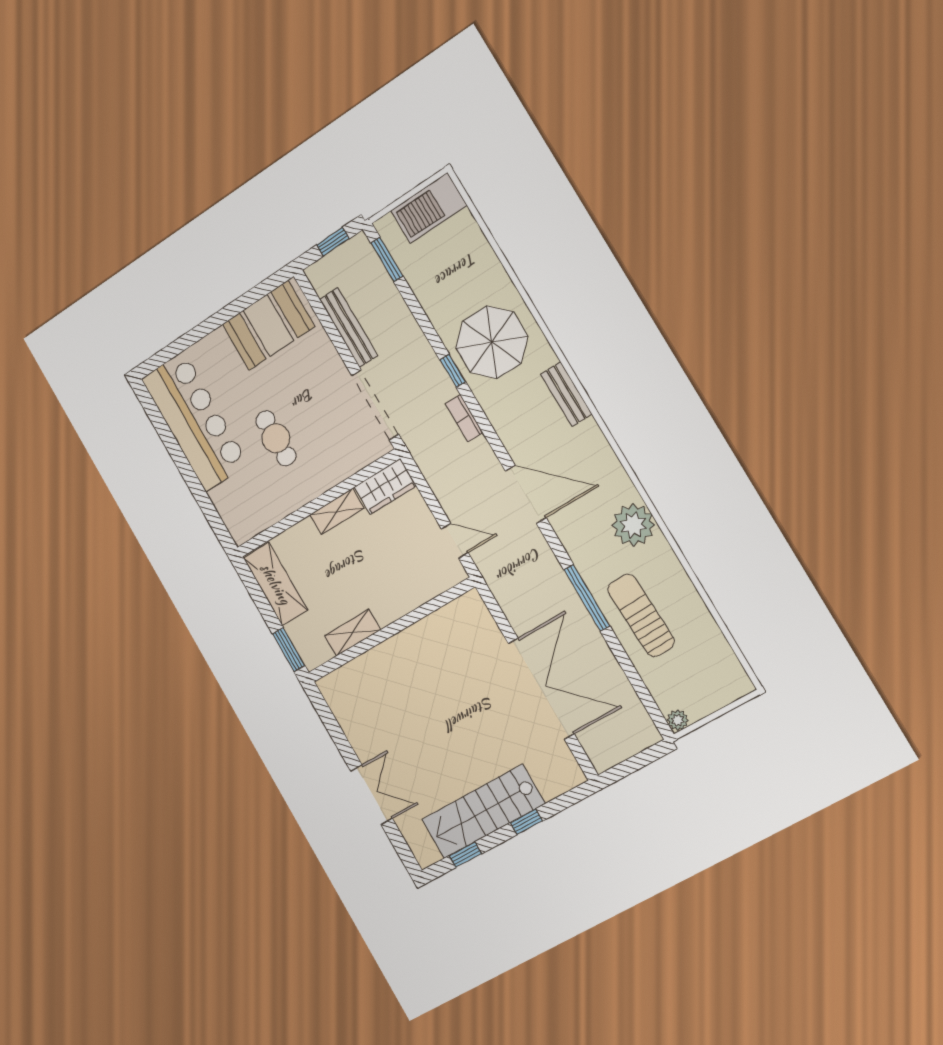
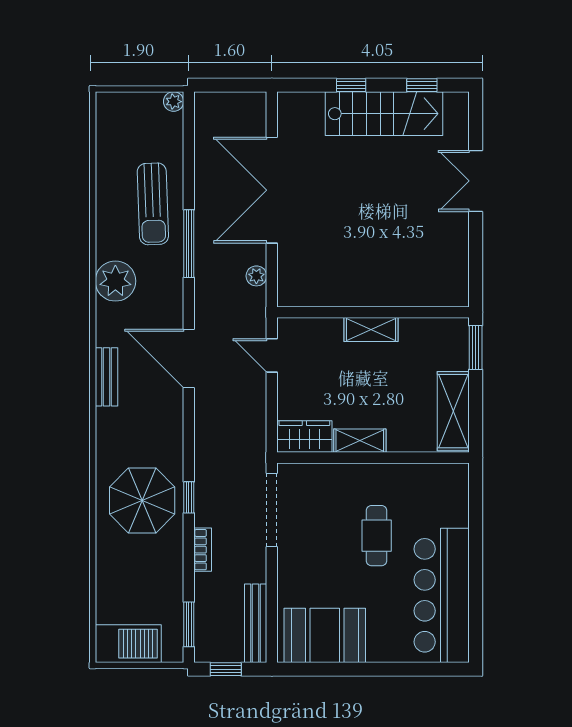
bench: (349, 327) -> (256, 623), moved
bench: (566, 394) -> (106, 377), moved
bookcase: (464, 418) -> (203, 550), moved
plant: (509, 604) -> (256, 276), added
shelving: (352, 633) -> (371, 329), moved

